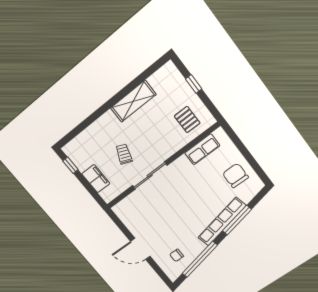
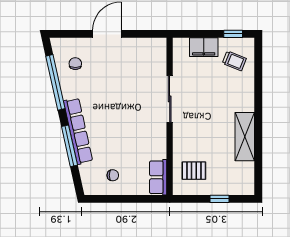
row of seats: (202, 149) -> (158, 177), moved
trolley: (124, 154) -> (234, 61), moved
chair: (235, 175) -> (113, 175), width x0.54, depth x0.54

